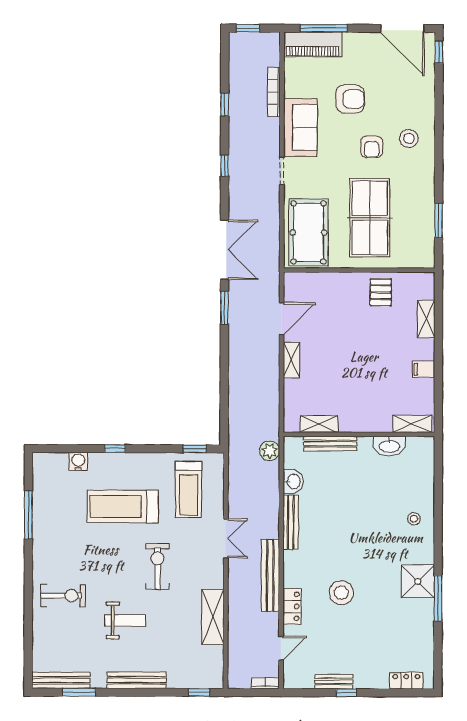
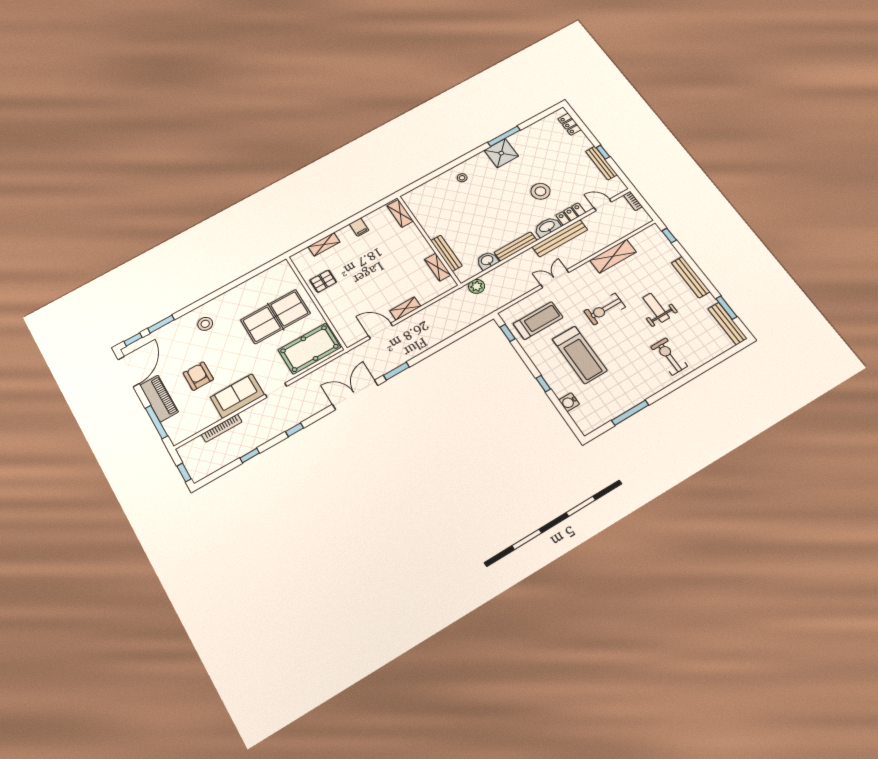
piano: (313, 44) -> (159, 399), moved
armchair: (372, 147) -> (225, 343), removed
window: (439, 221) -> (161, 324), moved
washbasin: (389, 446) -> (547, 227), moved, turned -90
bench: (334, 682) -> (601, 163), width x1.36

